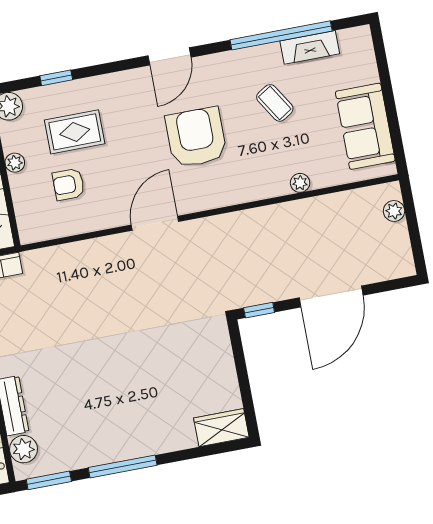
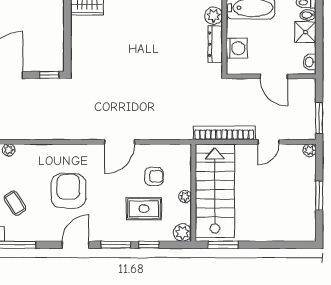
window: (107, 68) -> (116, 245), added
armchair: (196, 137) -> (68, 191), turned 180
door: (155, 223) -> (120, 142), moved

